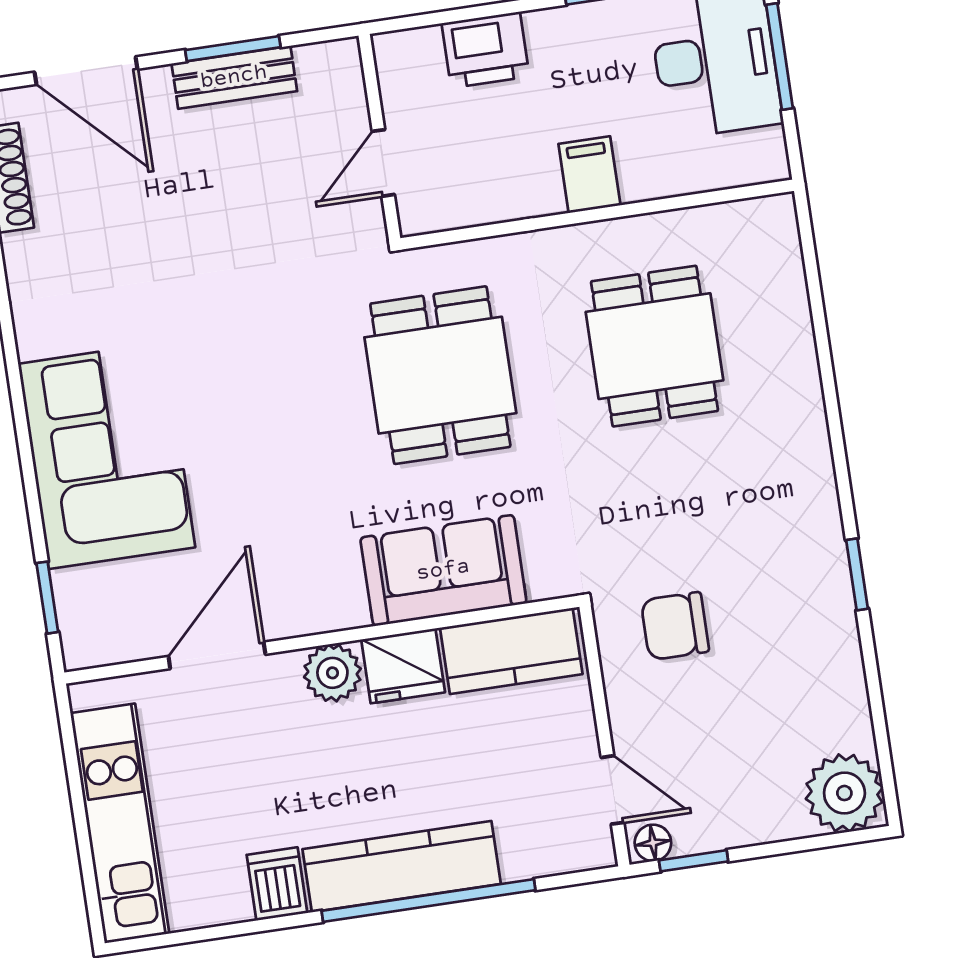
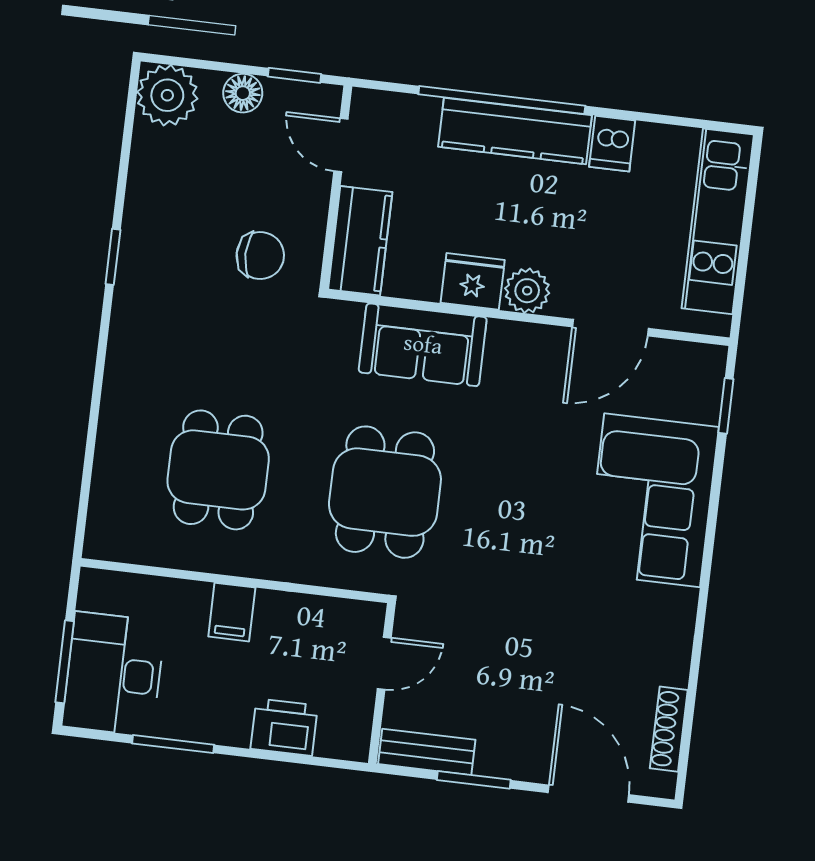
bench: (234, 77) -> (427, 752), moved
kitchen counter: (511, 651) -> (360, 241), moved, turned 90
floor lamp: (653, 843) -> (243, 93), moved, width x1.37, depth x1.37

